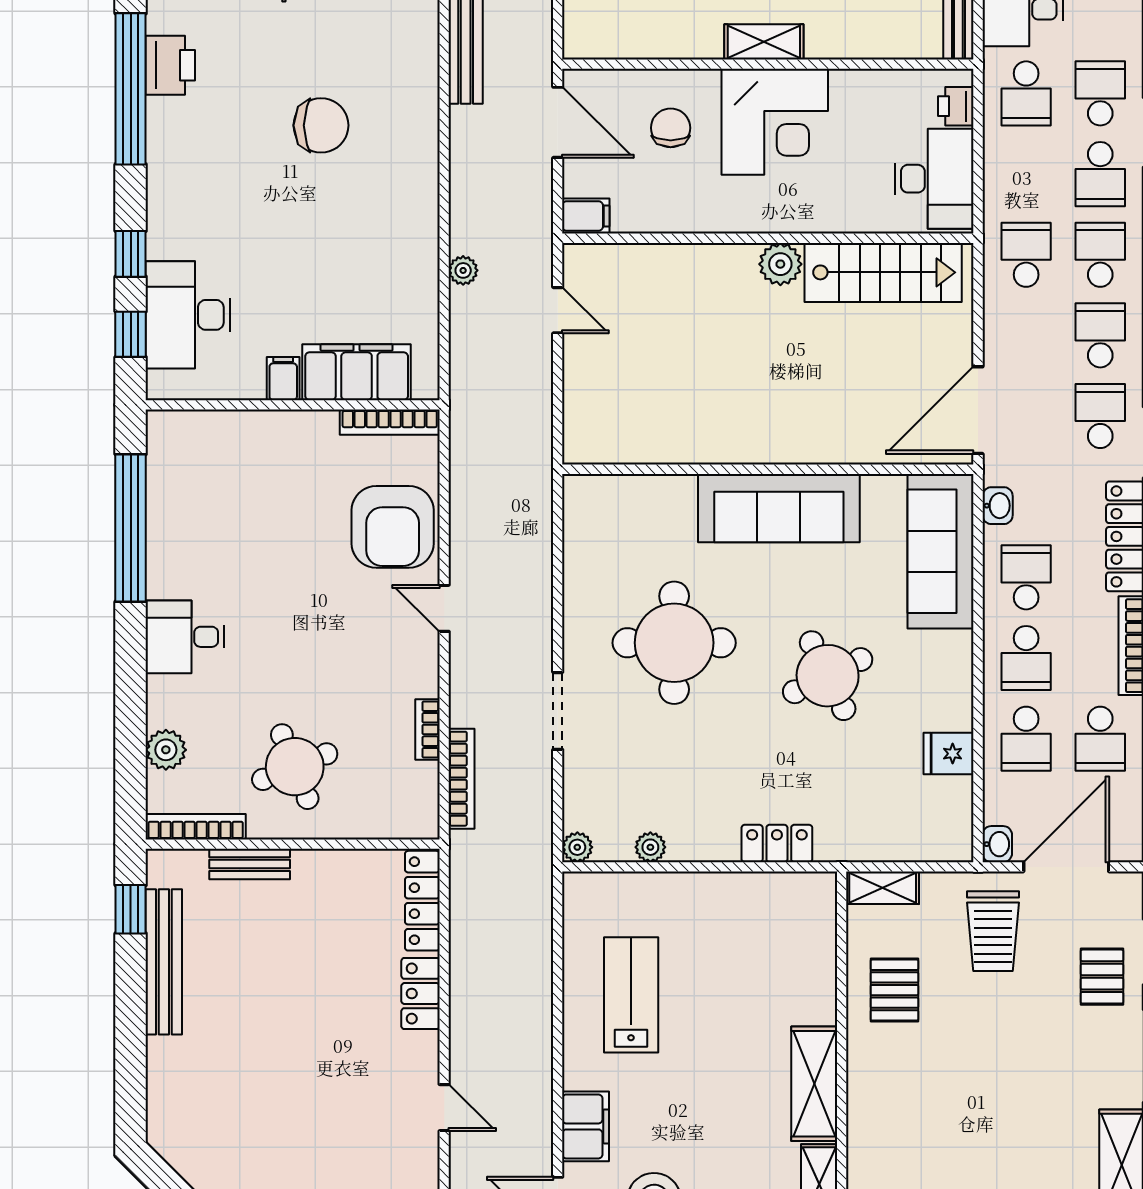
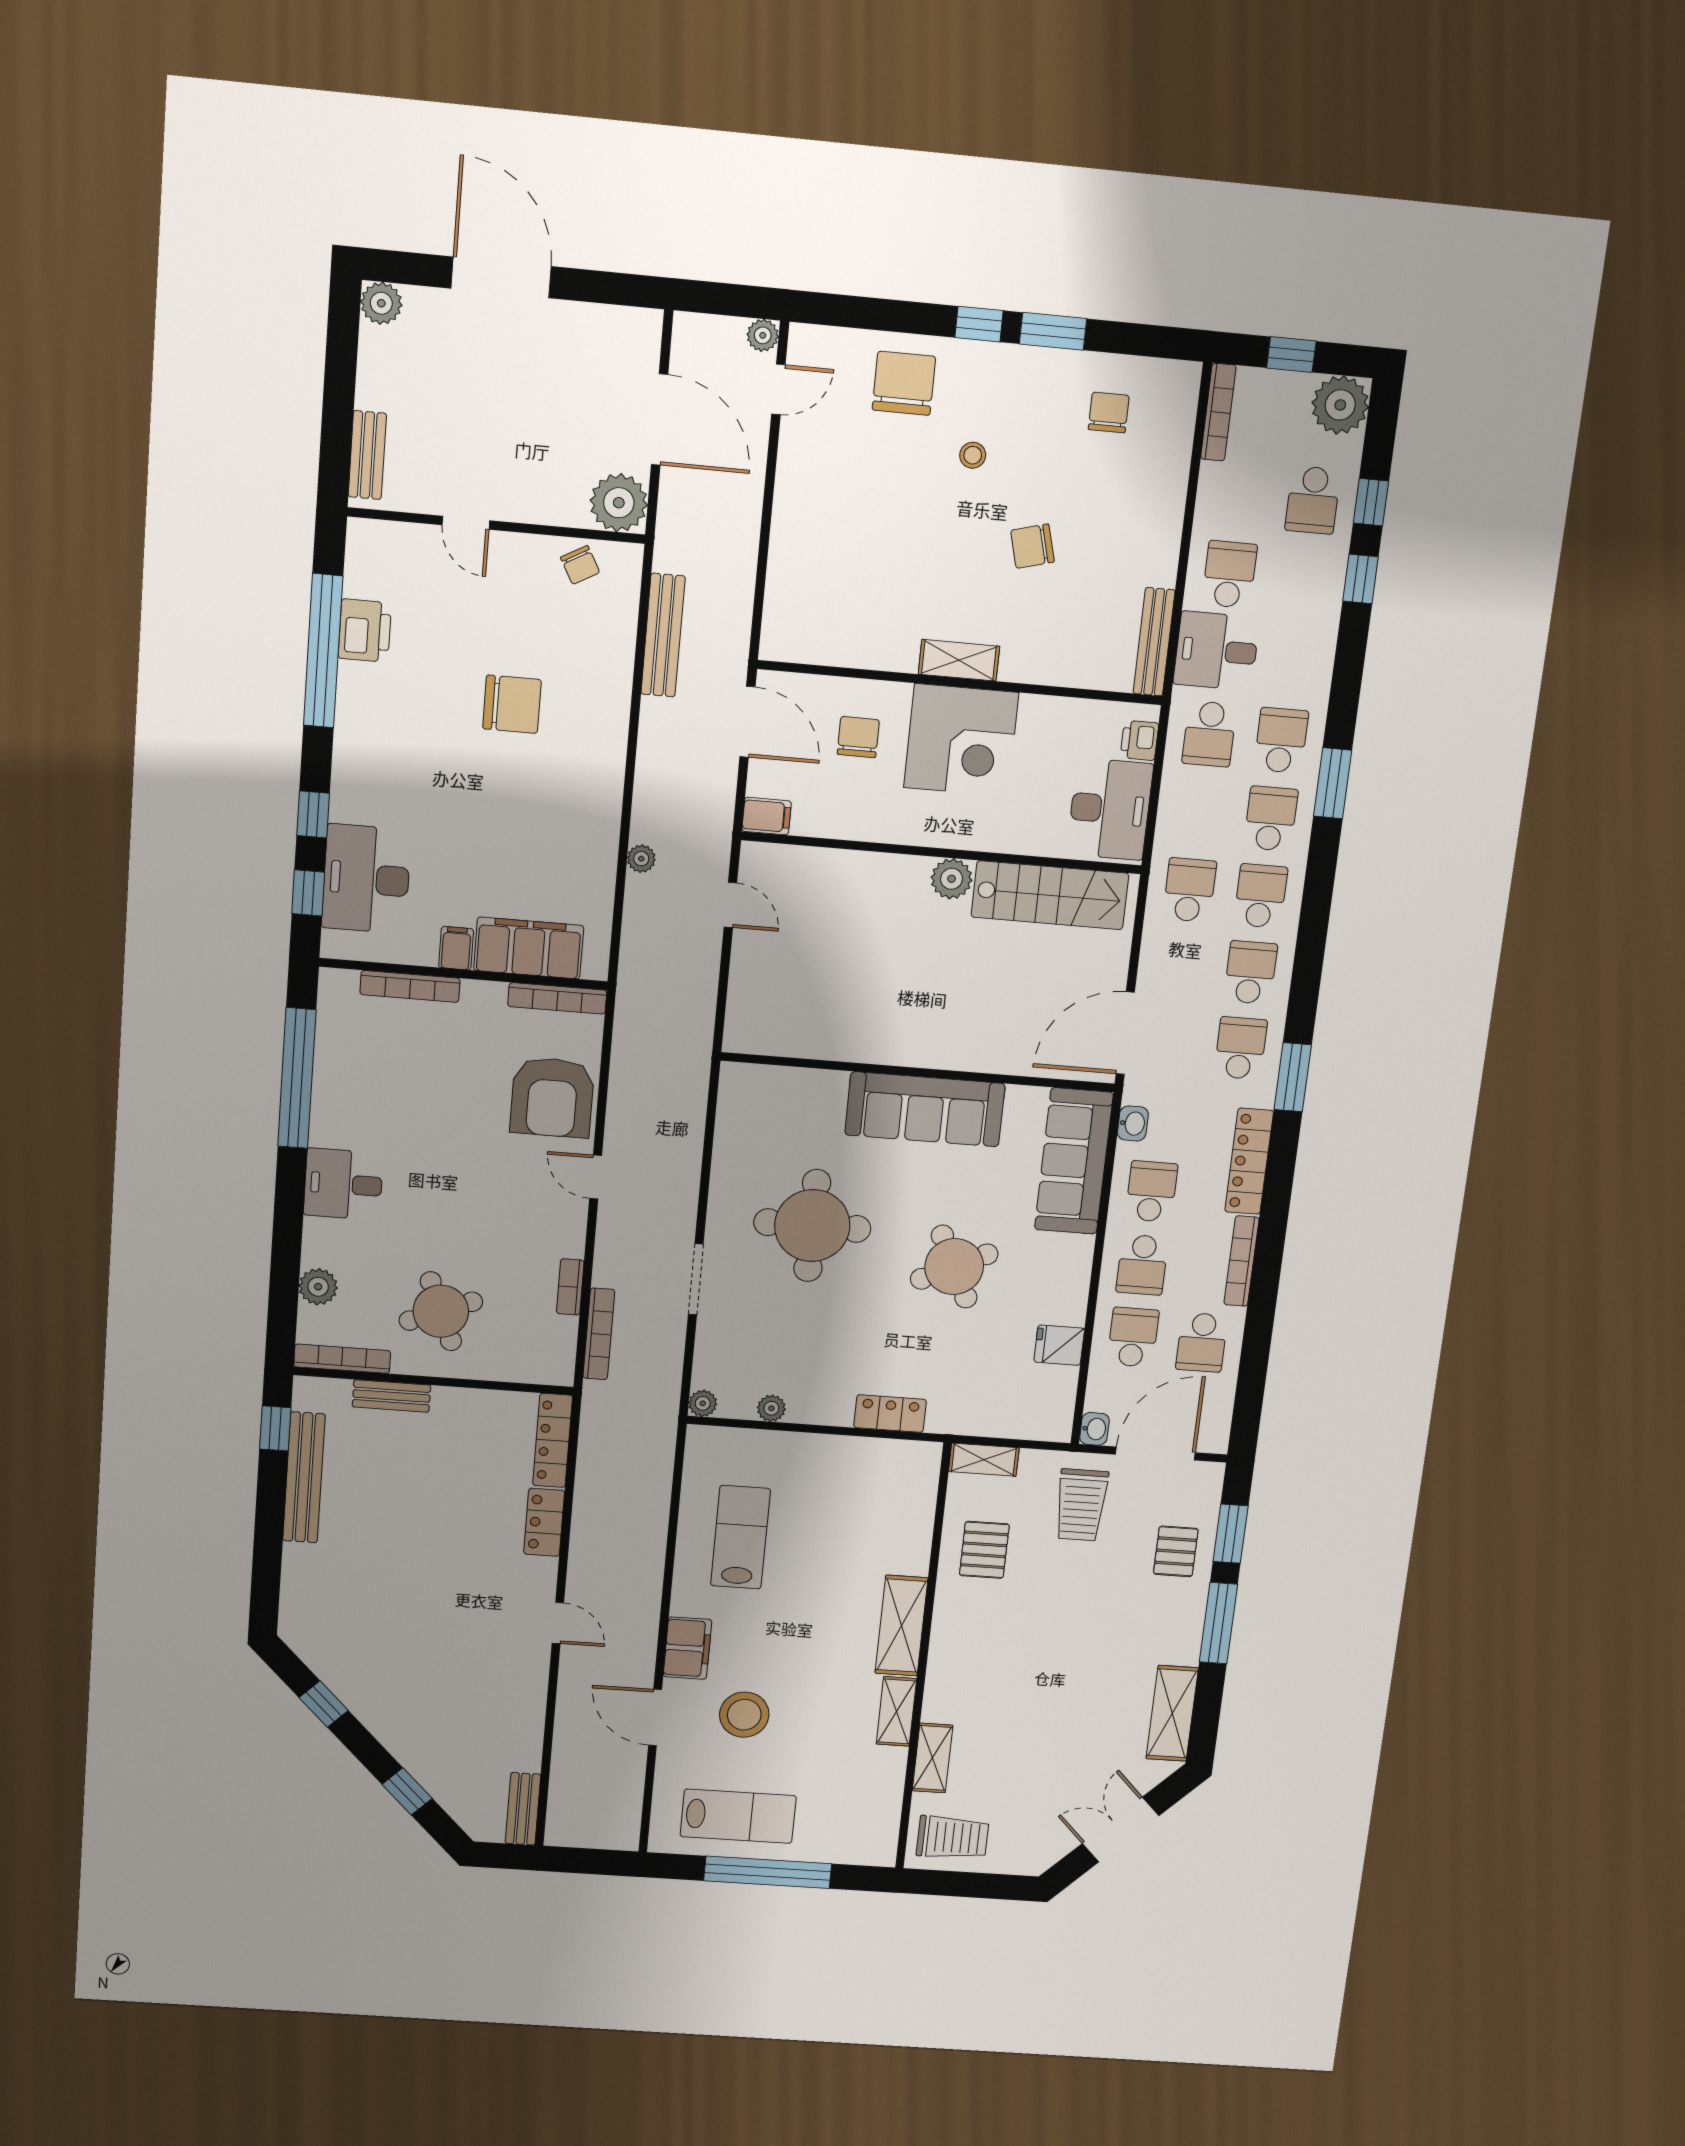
school desk: (1100, 174) -> (1271, 819), turned 180
bookcase: (239, 422) -> (410, 986), added
school desk: (1026, 739) -> (1133, 1337), turned 180

